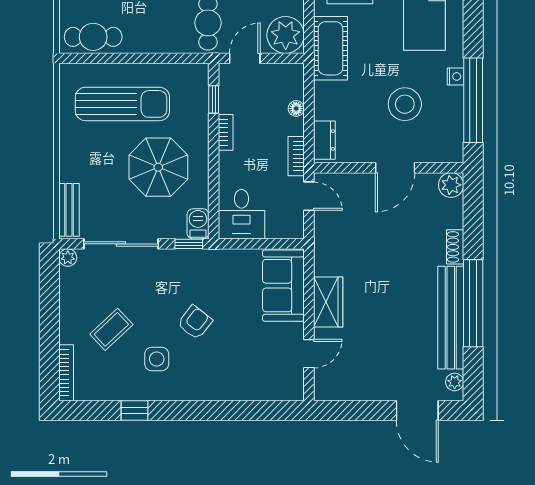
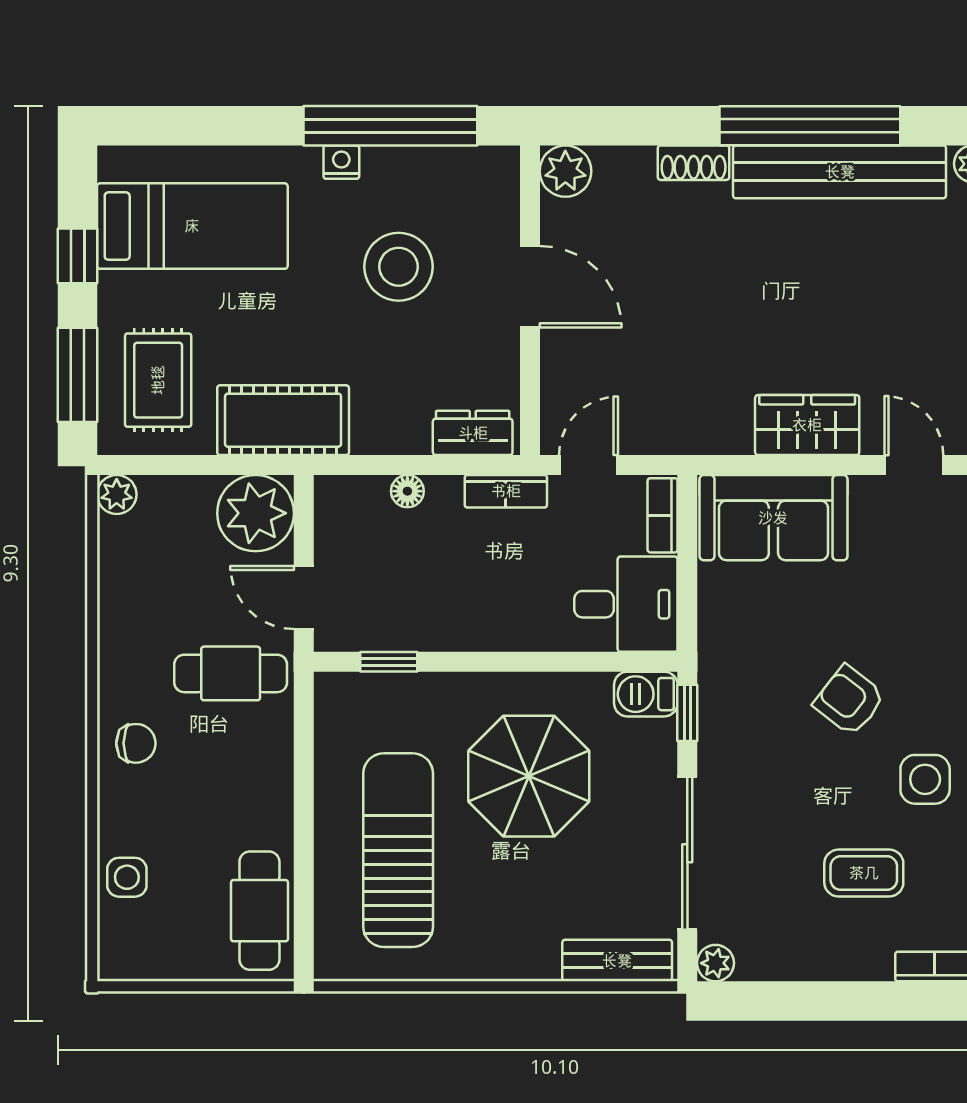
bookcase: (226, 132) -> (663, 515), moved, turned -90
coffee table: (111, 329) -> (864, 873), turned -47

